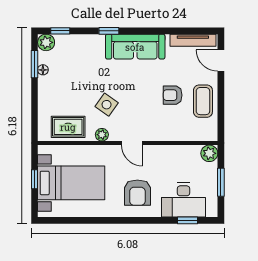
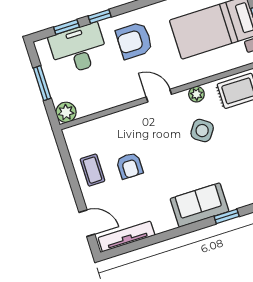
sofa: (135, 47) -> (199, 205), width x0.73
armchair: (173, 95) -> (130, 166), turned 90
coffee table: (203, 101) -> (92, 170), width x0.73, depth x0.77
armchair: (137, 193) -> (134, 41), turned -90
window: (159, 220) -> (100, 16), added

